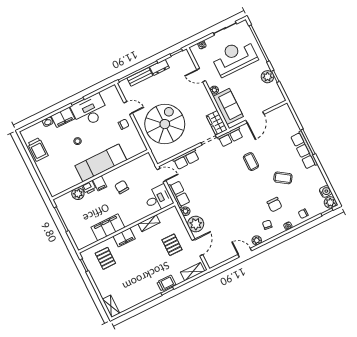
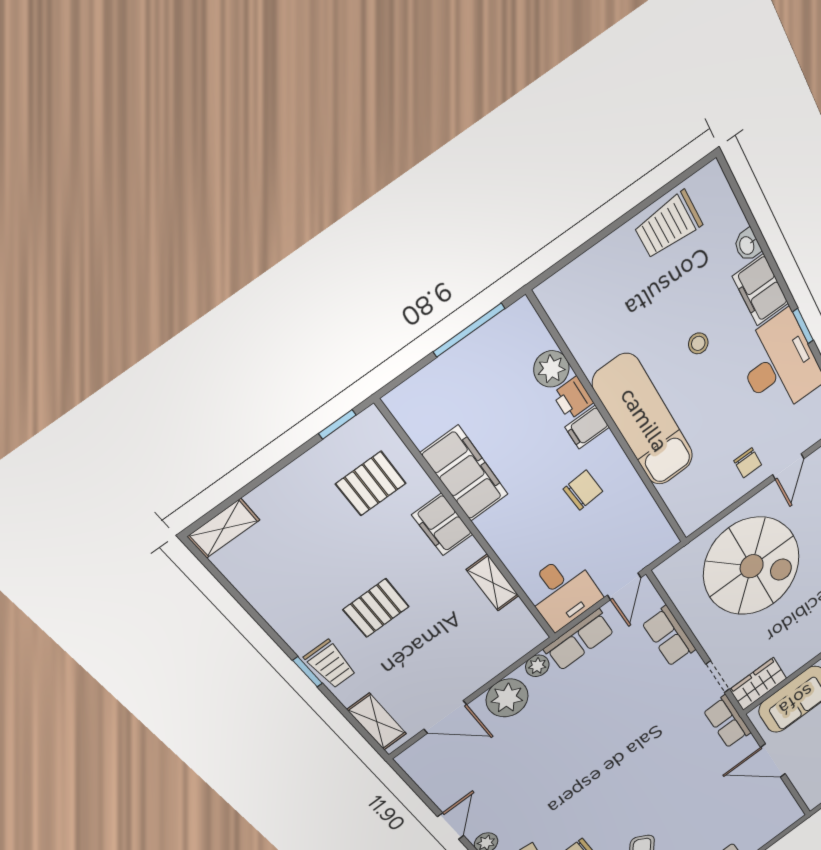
coffee table: (251, 162) -> (673, 780), removed
pallet: (172, 245) -> (376, 608), moved

